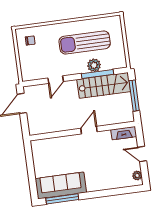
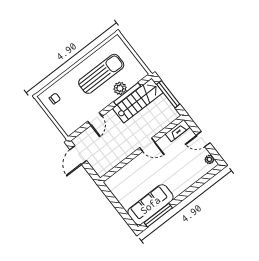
sun lounger: (85, 42) -> (101, 74), turned 180
door: (89, 130) -> (147, 145), swing flipped

